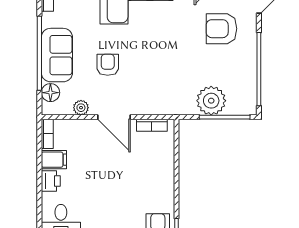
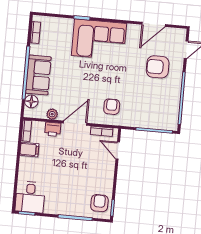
armchair: (108, 65) -> (112, 107), moved
plant: (211, 101) -> (146, 118), removed
door: (114, 117) -> (75, 123), swing flipped
door: (177, 150) -> (118, 151), added
printer: (51, 181) -> (53, 129), moved, turned 90

